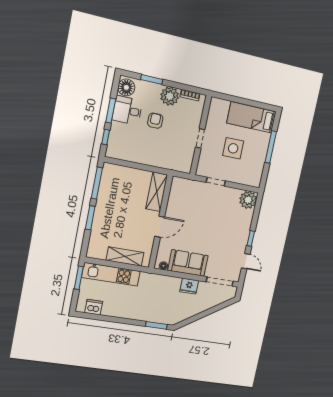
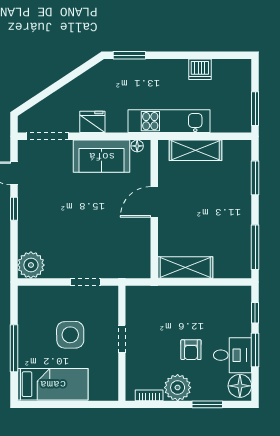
shelving: (157, 192) -> (185, 267), moved, turned 90
window: (90, 218) -> (255, 178), moved
kitchen unit: (111, 274) -> (169, 121), moved
dishwasher: (94, 307) -> (200, 69), moved

